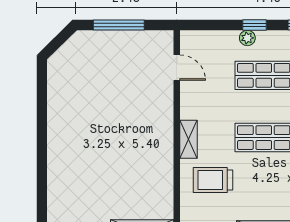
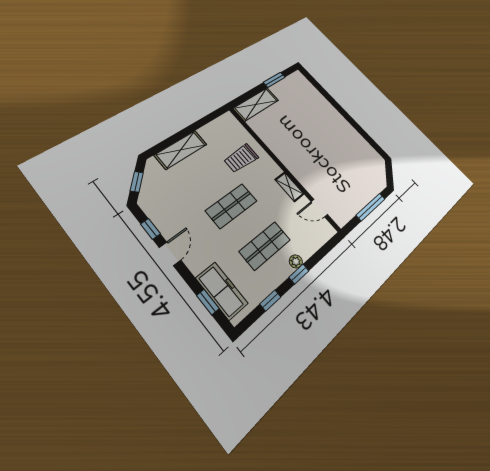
shelving: (188, 139) -> (289, 187), moved
trolley: (213, 180) -> (241, 158), turned 180

